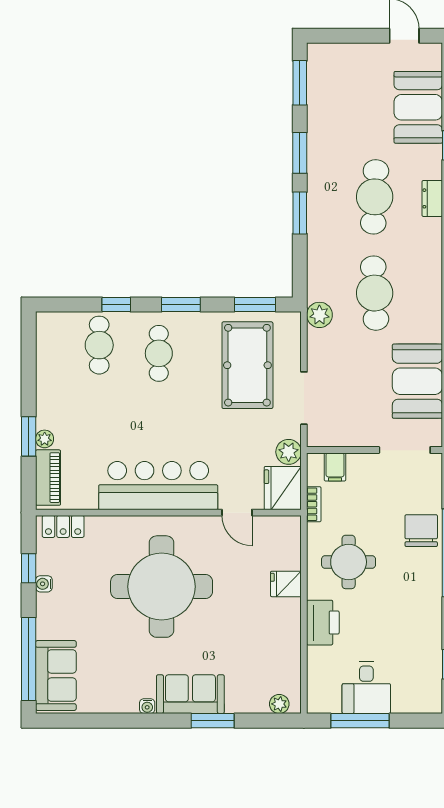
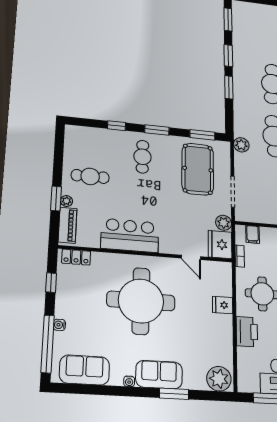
cafe table: (99, 345) -> (90, 176), moved, turned 90
bar counter: (158, 486) -> (130, 235), width x0.73
water cooler: (44, 584) -> (59, 325), moved
sofa: (56, 676) -> (84, 370), moved, turned -90
plant: (279, 704) -> (219, 379), width x1.88, depth x1.88

